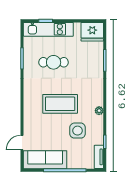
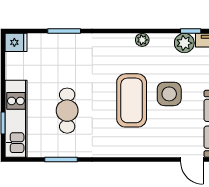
fridge: (92, 32) -> (16, 42), width x0.53, depth x0.75
side table: (78, 131) -> (169, 94), moved
plant: (97, 138) -> (184, 43), added

